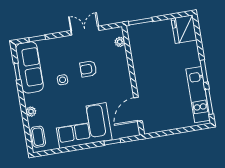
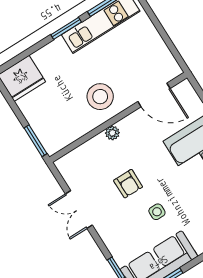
plant: (120, 42) -> (112, 133), moved
stool: (151, 74) -> (100, 97), added

